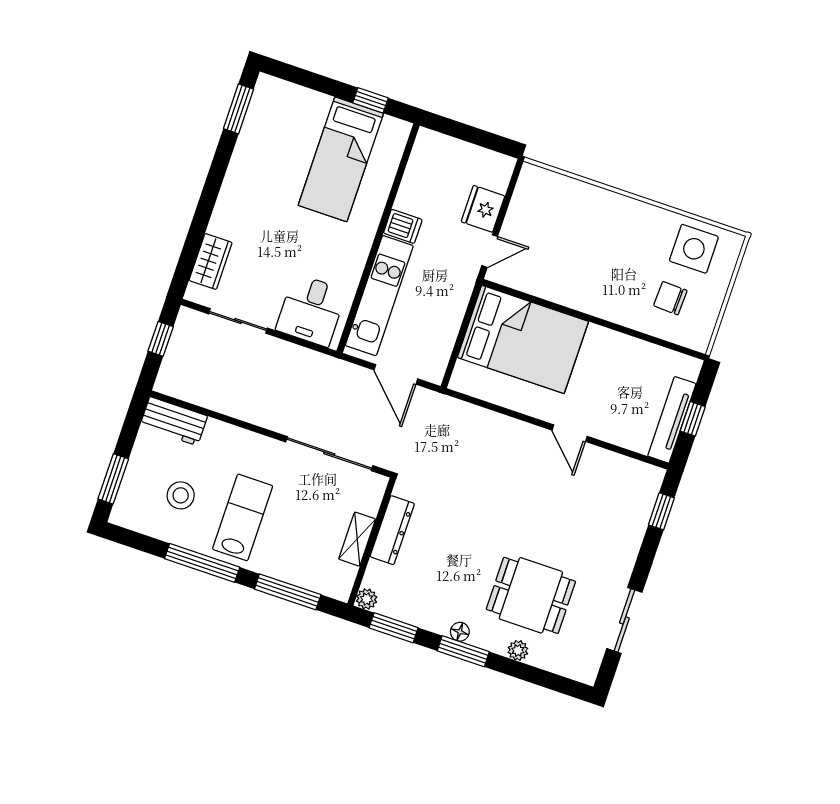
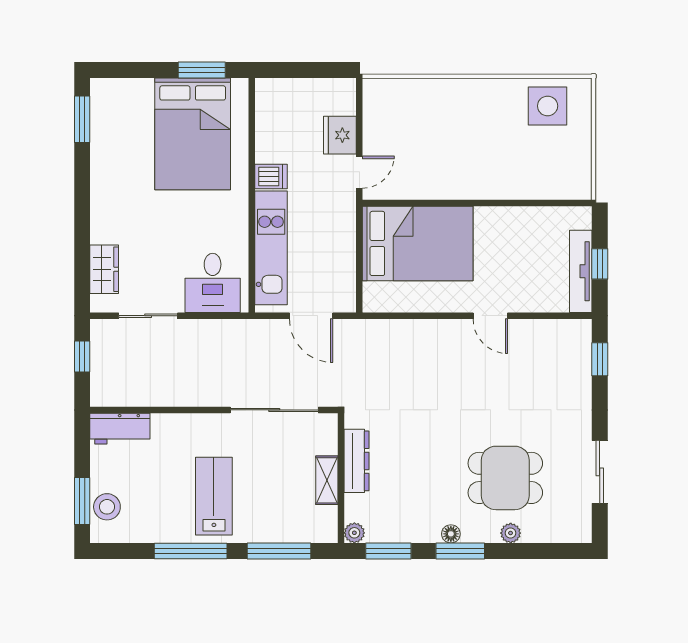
window: (371, 100) -> (202, 70), width x1.50
bed: (341, 159) -> (193, 134), width x1.50
chair: (670, 298) -> (541, 159), removed
stool: (181, 495) -> (107, 507), moved

